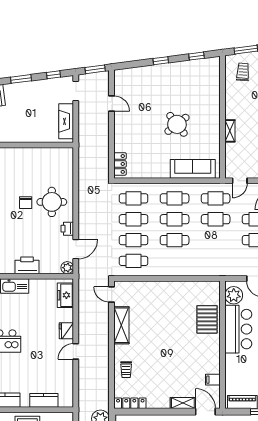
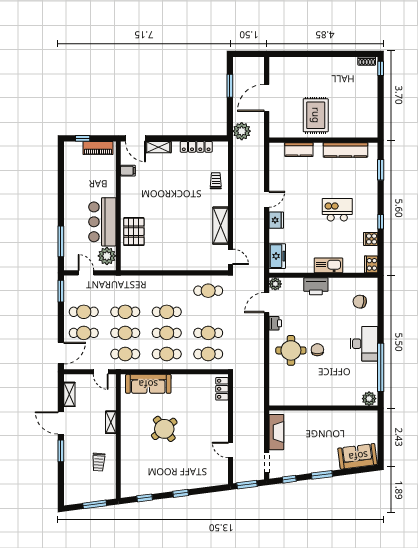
trolley: (243, 72) -> (99, 462), moved
door: (240, 181) -> (101, 372), swing flipped
cafe table: (134, 240) -> (125, 312), moved
locker: (130, 403) -> (196, 147), moved

